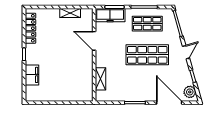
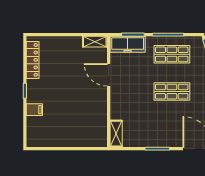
shelving: (70, 13) -> (95, 42), moved
shop shelf: (147, 55) -> (172, 92), width x0.70, depth x0.74
filing cabinet: (32, 75) -> (34, 110), width x0.50
shelving: (100, 79) -> (116, 134), moved

